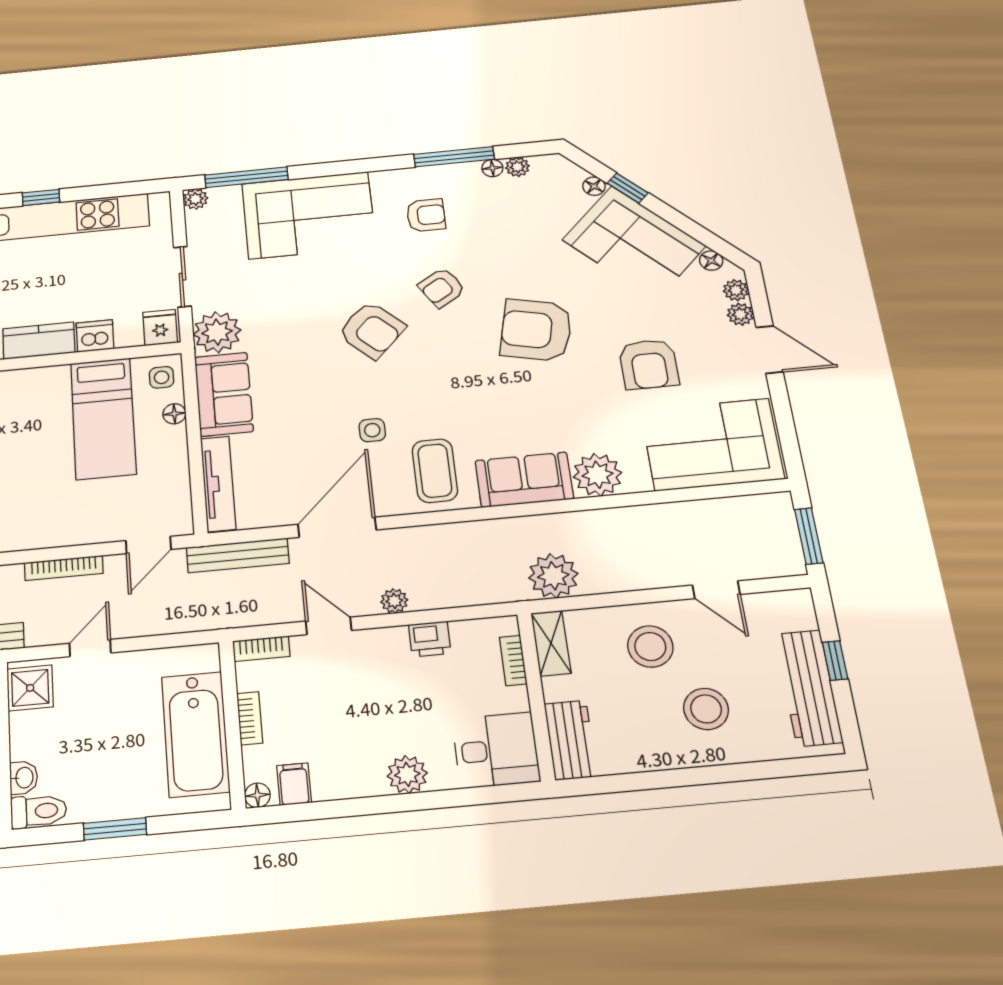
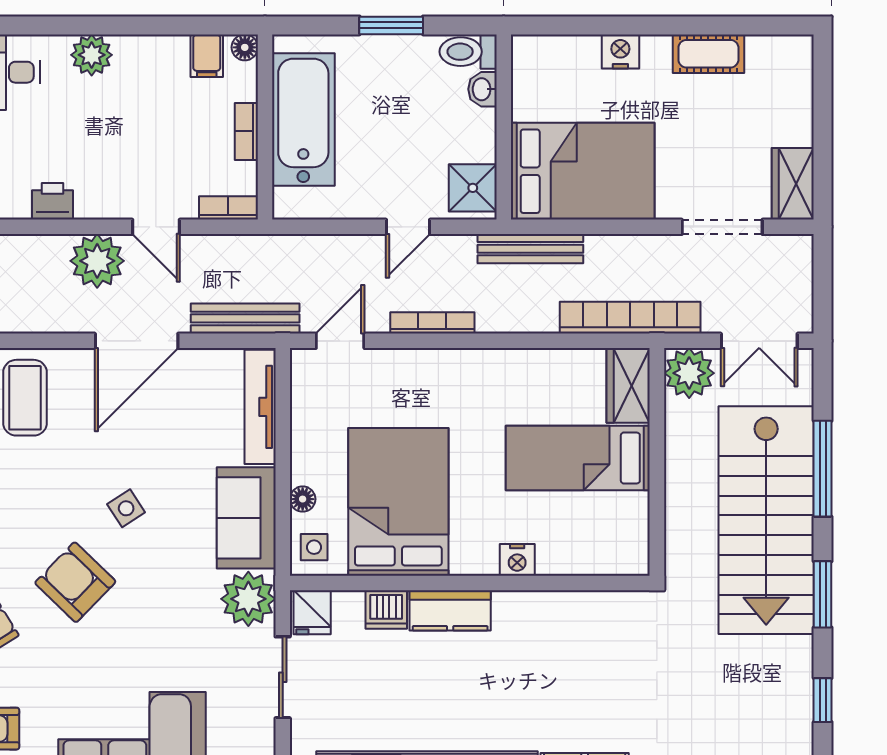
bed: (103, 418) -> (398, 502), width x1.50
side table: (372, 430) -> (126, 508), moved, turned -33
plant: (394, 601) -> (97, 261), width x1.87, depth x1.87

